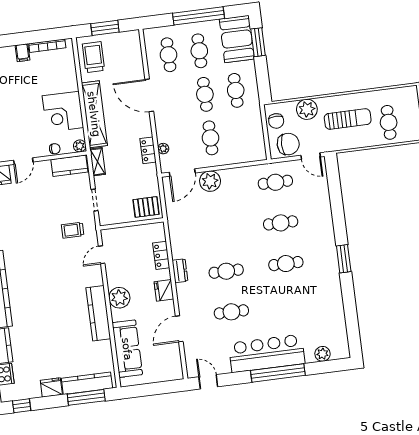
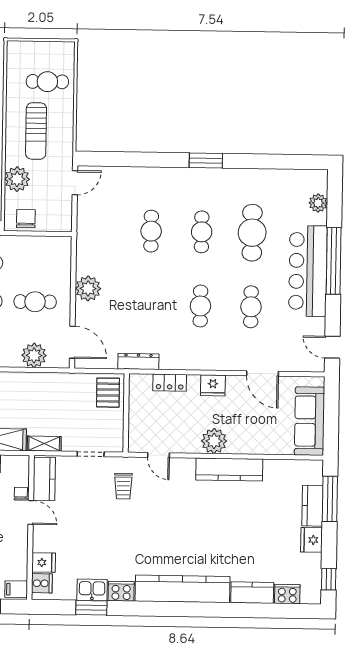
sun lounger: (348, 119) -> (36, 131), turned 180
chair: (276, 121) -> (26, 219), turned -90
chair: (288, 144) -> (56, 208), removed
plant: (80, 146) -> (22, 463), removed
plant: (163, 149) -> (34, 355), width x1.88, depth x1.88
locker: (148, 150) -> (39, 380), removed
door: (23, 161) -> (31, 512), moved
plant: (210, 181) -> (88, 288), moved
cafe table: (275, 182) -> (252, 233), moved, width x1.37, depth x1.35
dresser: (180, 271) -> (138, 361), moved, width x1.44
sofa: (127, 349) -> (309, 421), moved, turned -90
door: (208, 382) -> (332, 347), hinge flipped
kitchen counter: (87, 383) -> (313, 506), width x0.67

